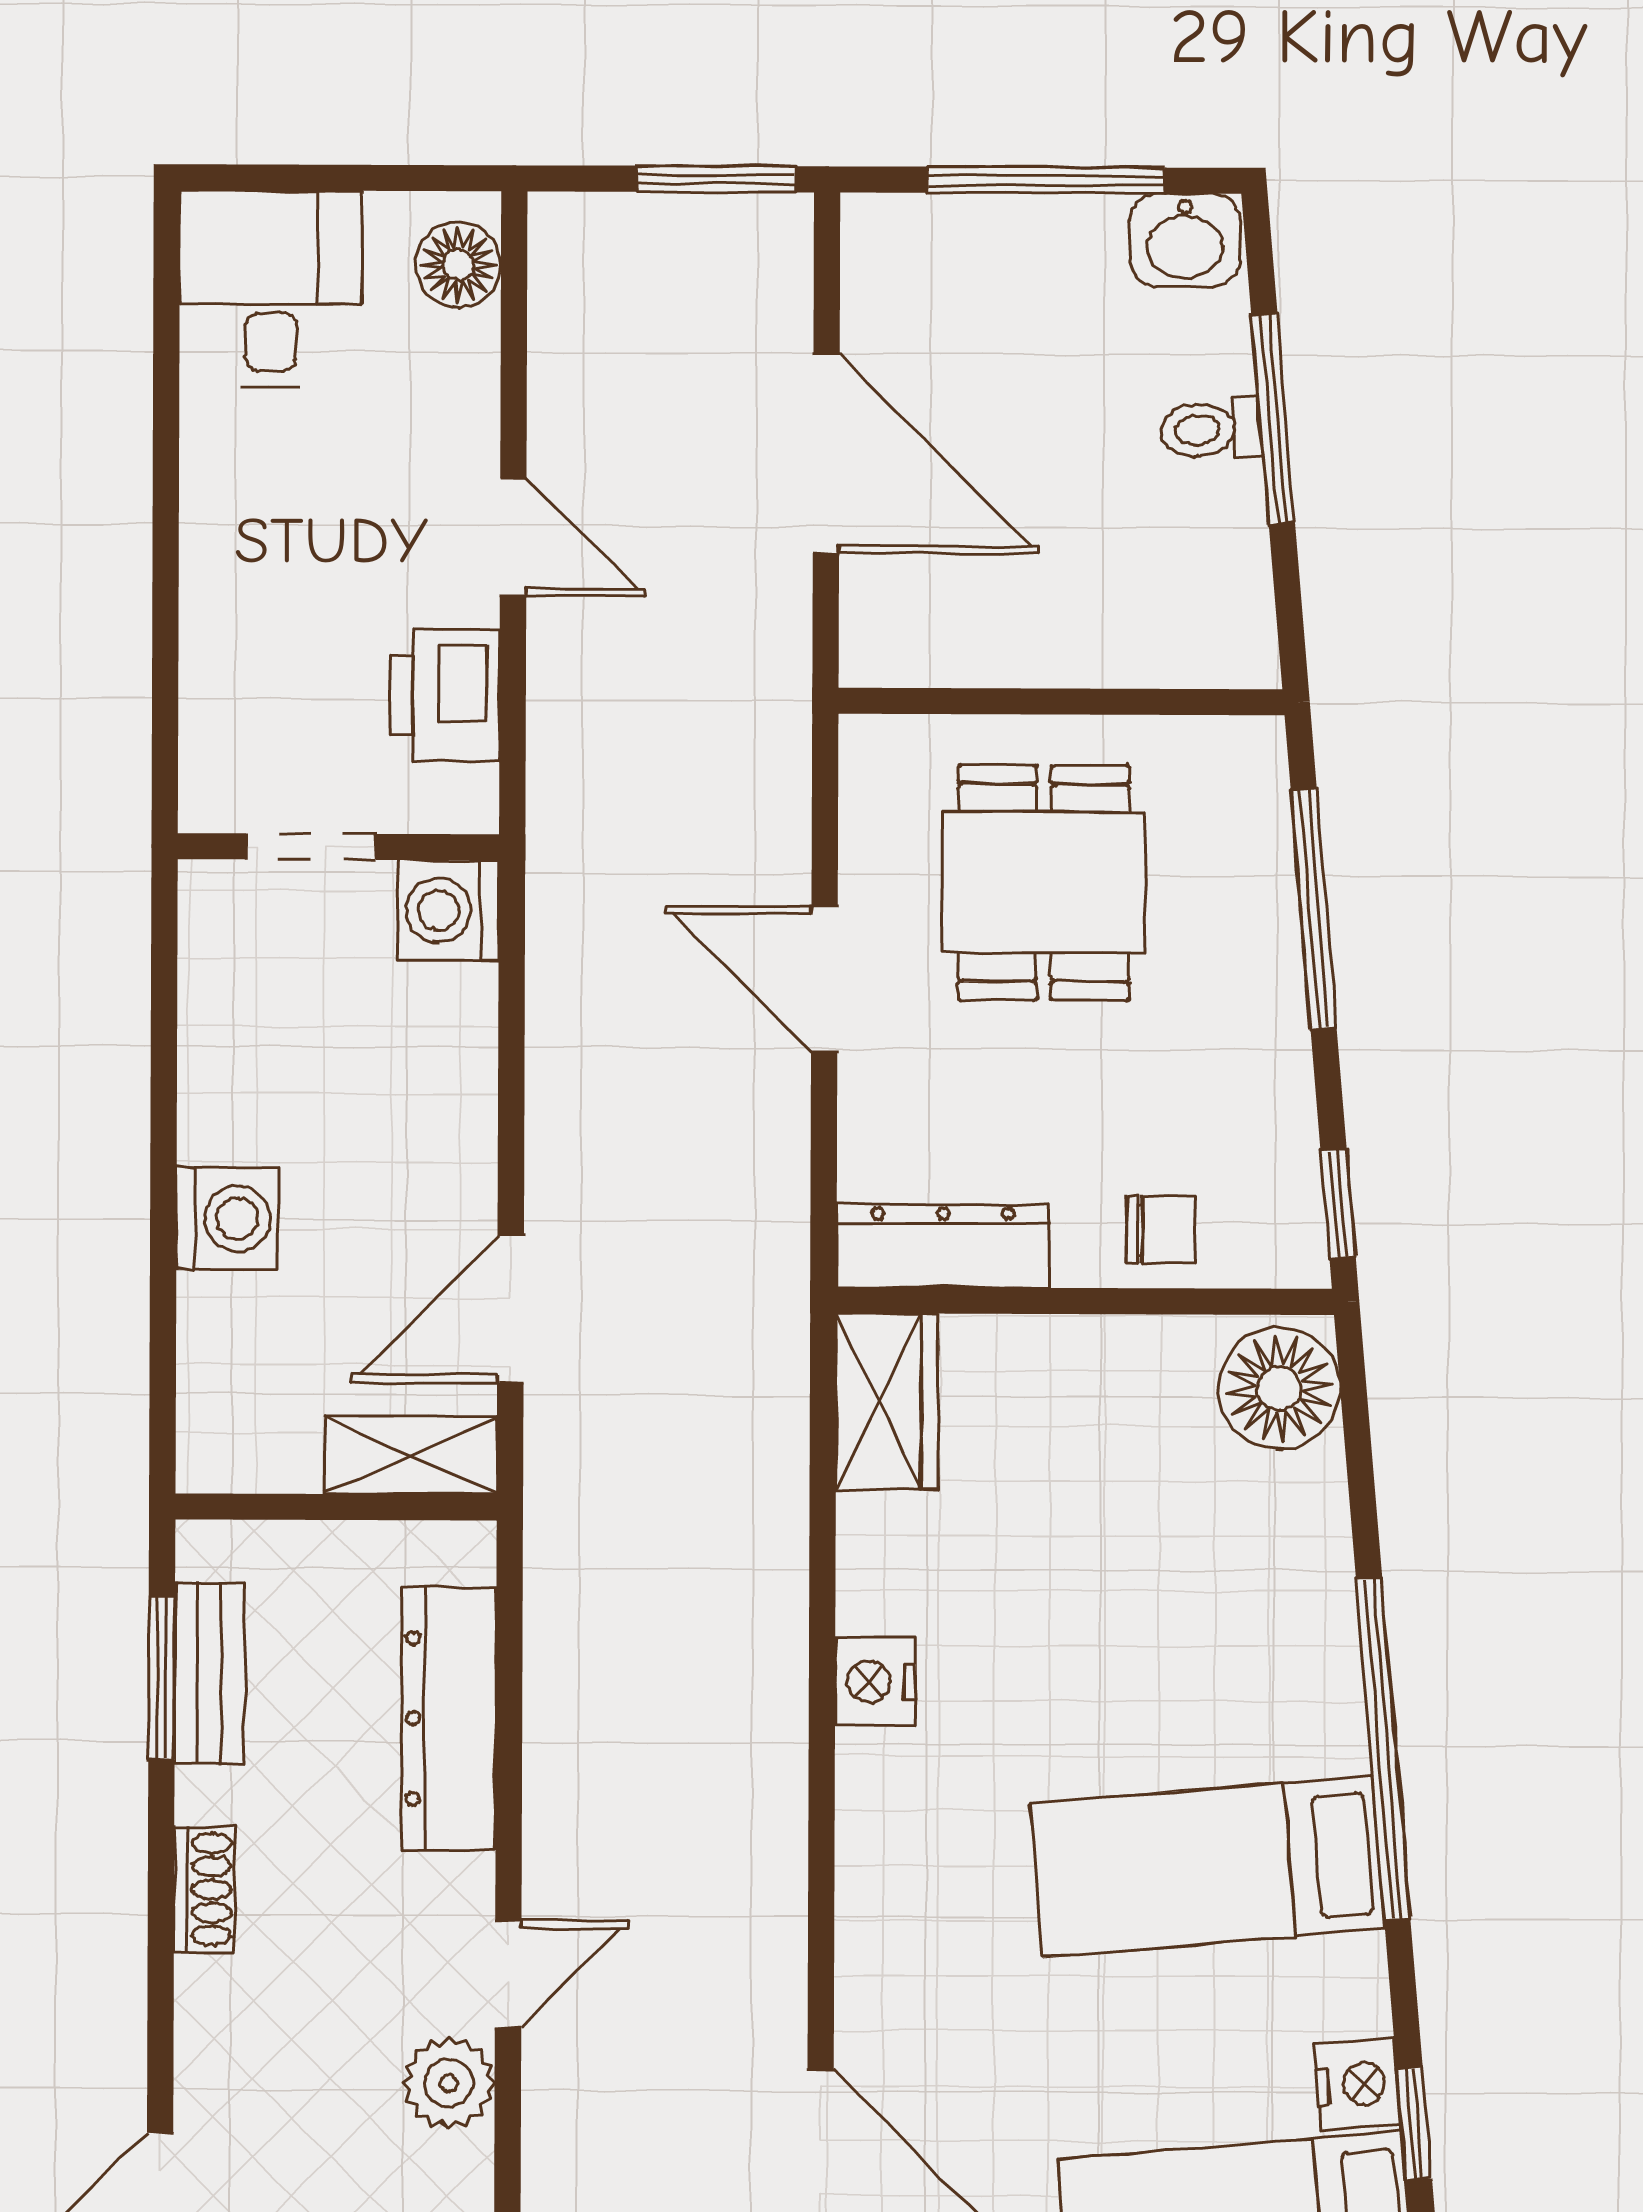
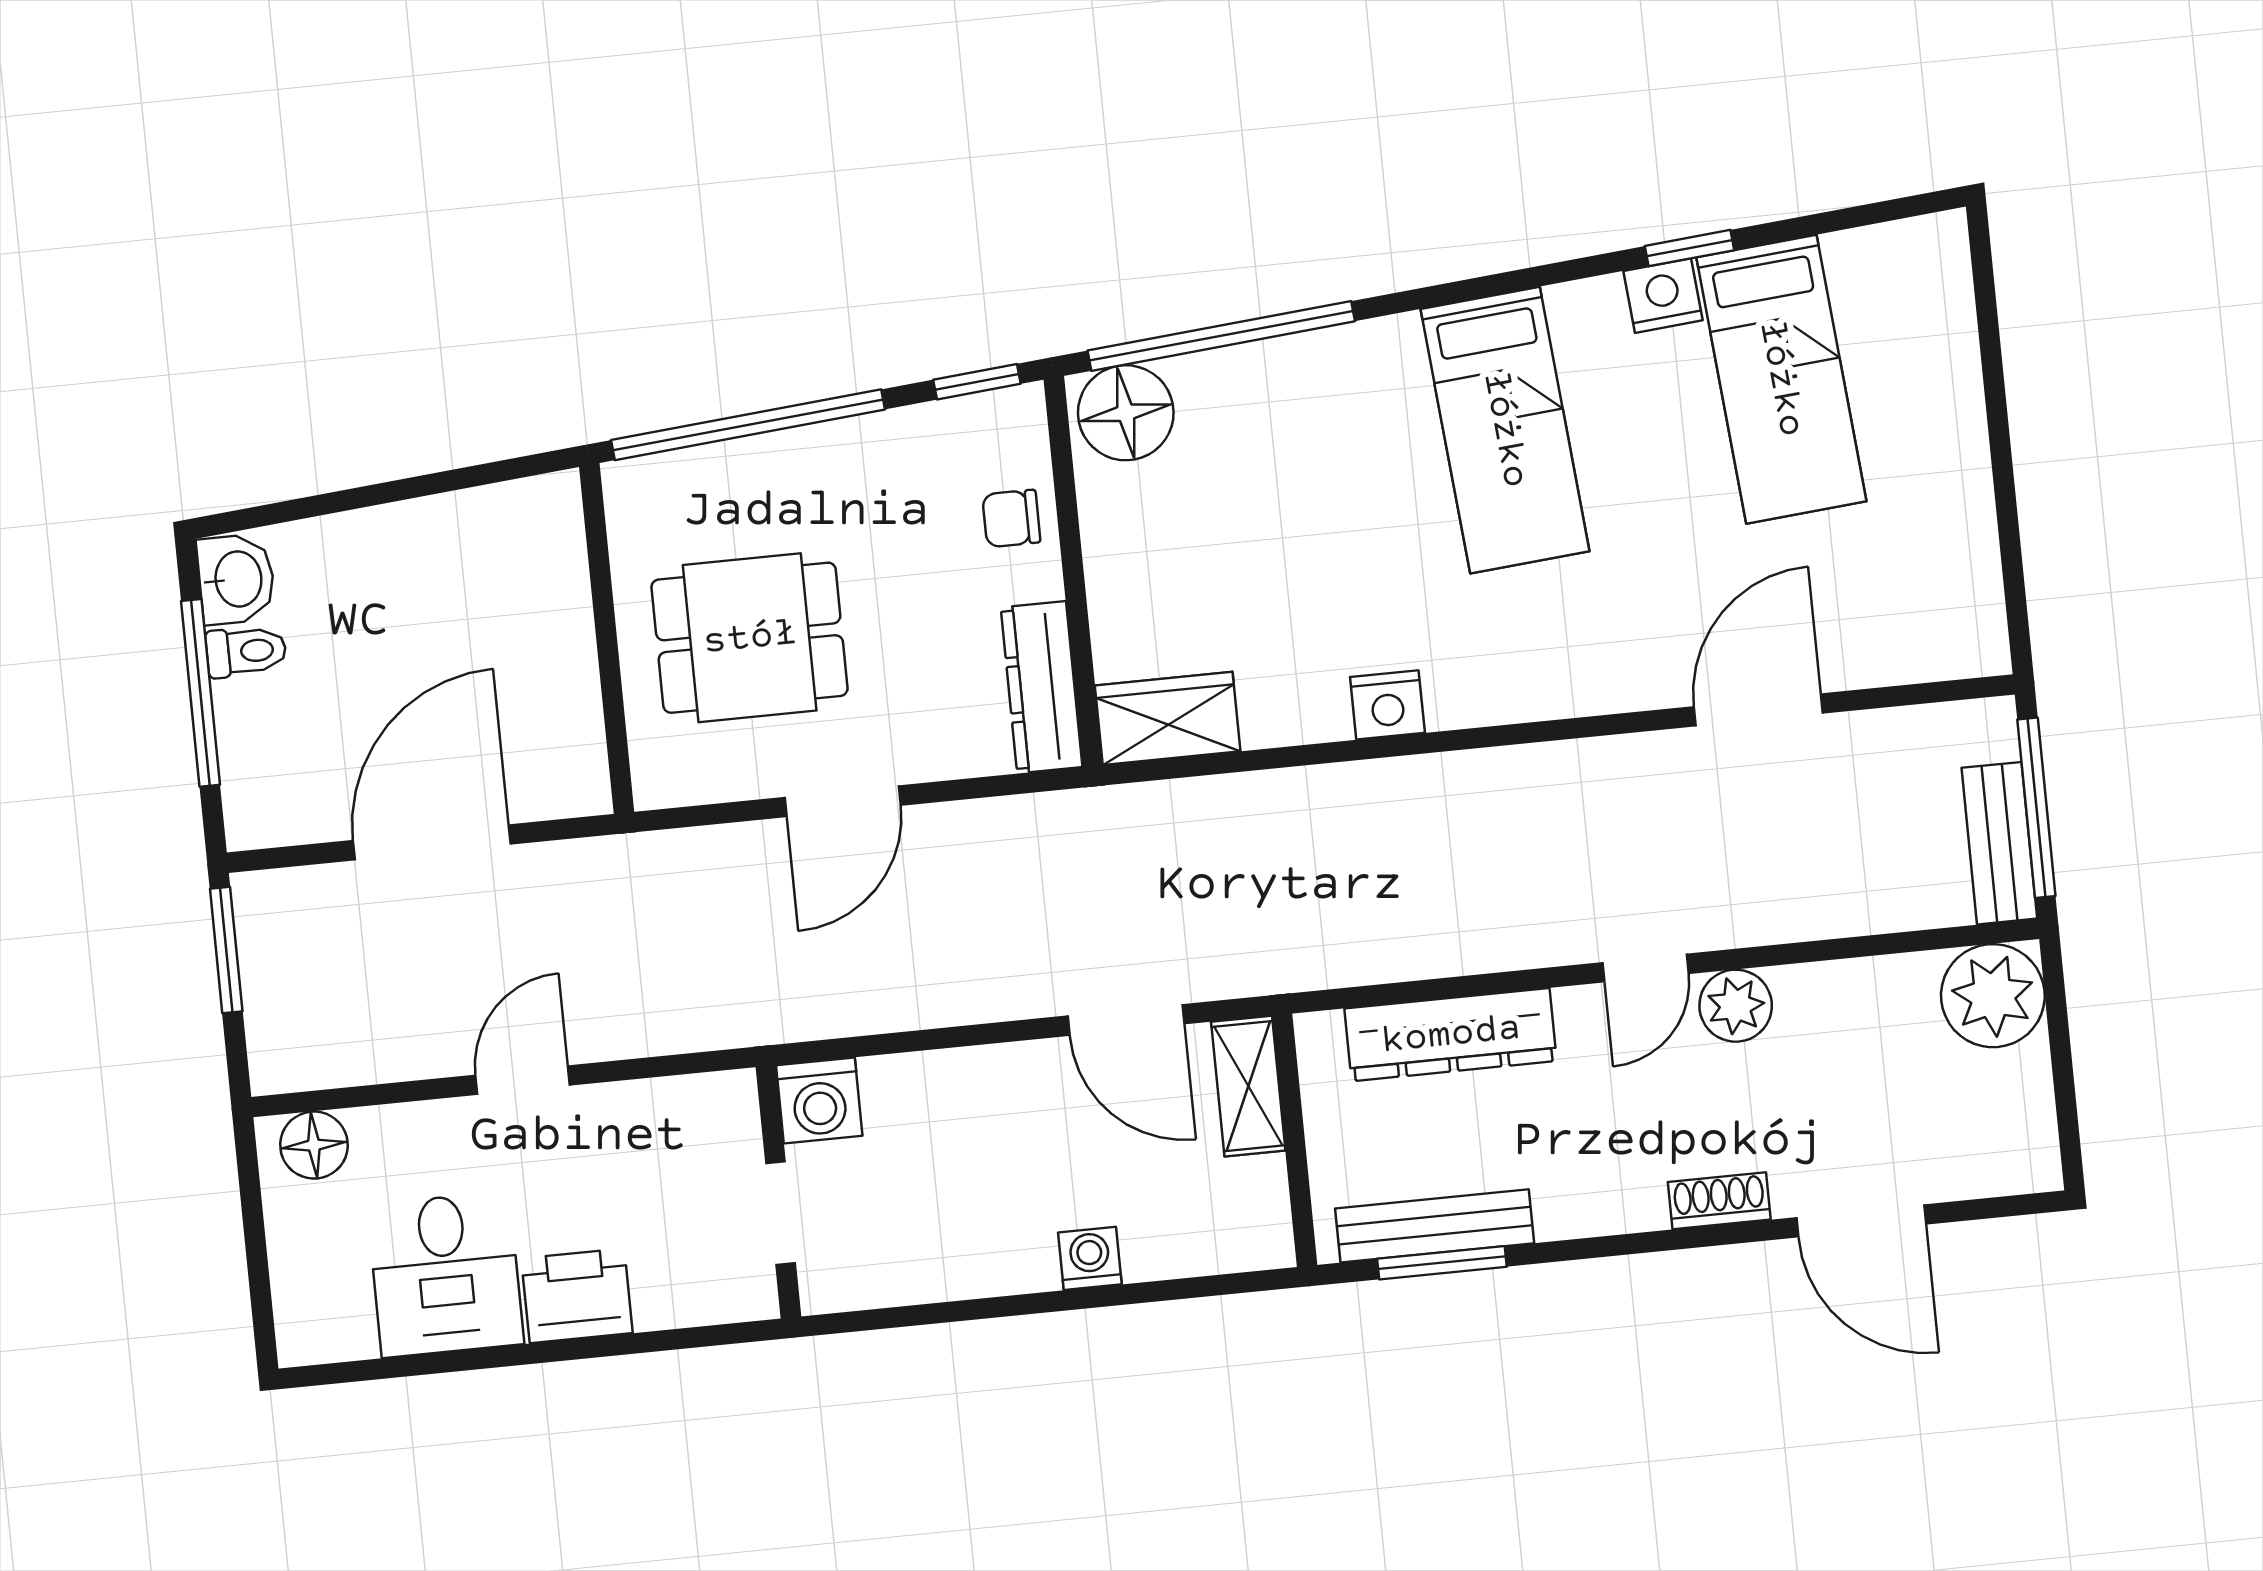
desk: (271, 289) -> (445, 1274), moved, turned -90
window: (1273, 419) -> (369, 496), removed
toilet: (1211, 429) -> (246, 651), moved, turned -85
printer: (445, 695) -> (577, 1296), moved, turned 180
window: (1314, 909) -> (748, 425), width x1.46
washing machine: (227, 1218) -> (1090, 1258), width x0.73, depth x0.73
chair: (1160, 1230) -> (1011, 518), turned -90
bench: (209, 1673) -> (1435, 1226), width x1.36
window: (1383, 1749) -> (1221, 336), moved
shoe rack: (204, 1889) -> (1719, 1201), moved
door: (508, 1974) -> (1646, 968), swing flipped

